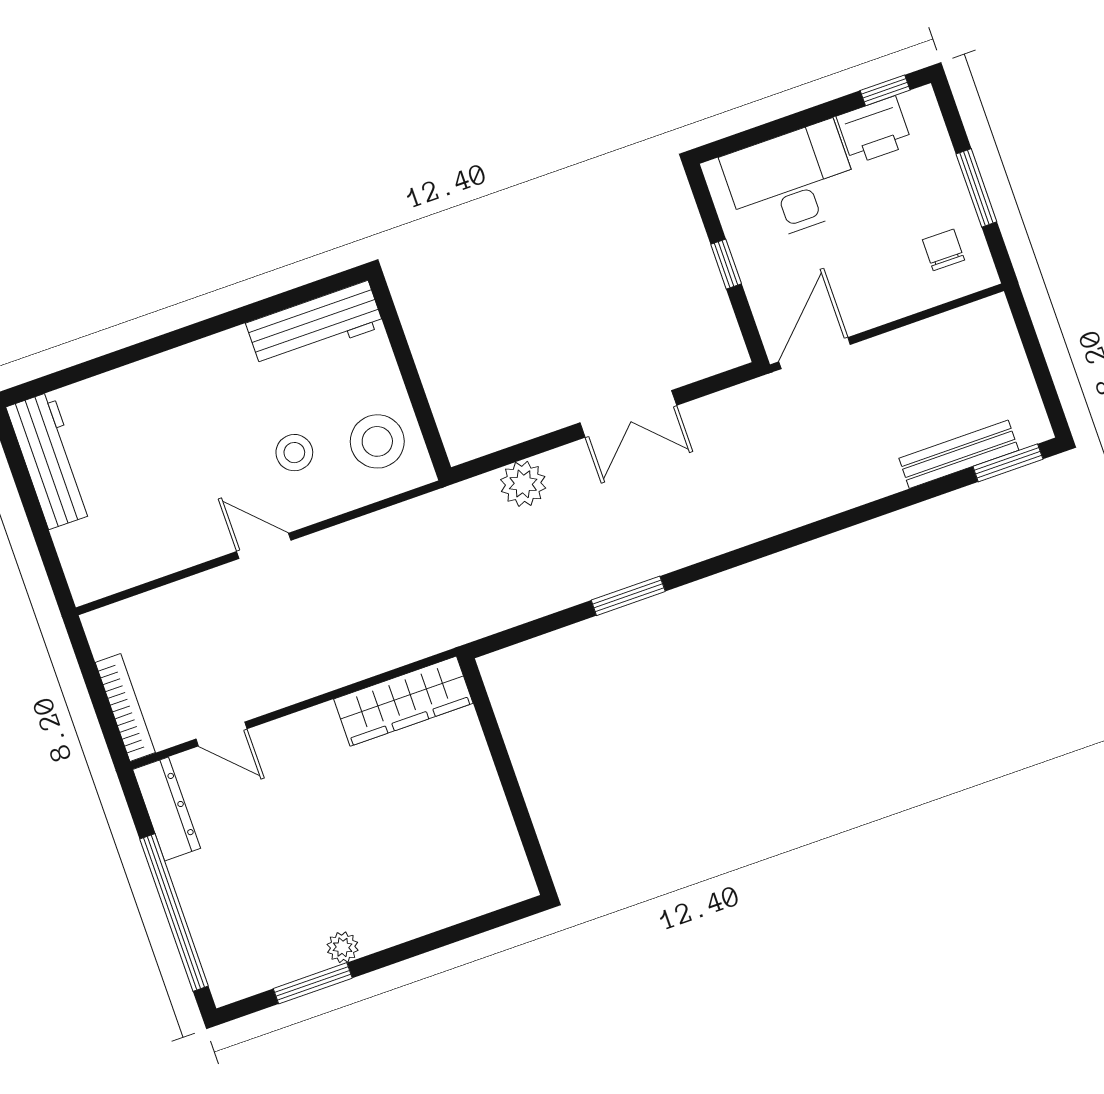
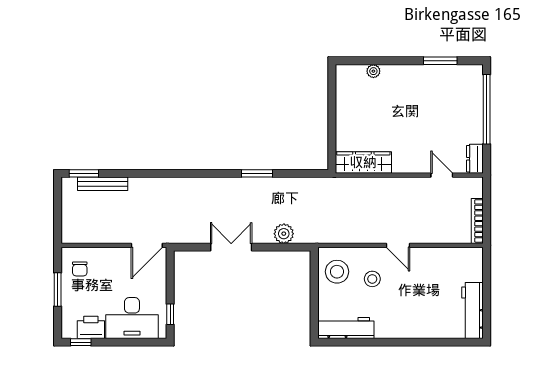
window: (726, 264) -> (170, 314), moved
bookcase: (125, 708) -> (477, 221), moved
dresser: (167, 809) -> (475, 159), width x0.70
plant: (343, 947) -> (373, 71), moved

